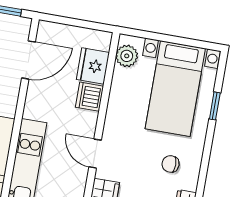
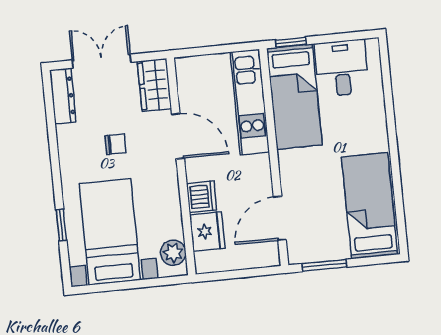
door: (95, 154) -> (178, 136), width x1.38
chair: (171, 164) -> (115, 144), moved

